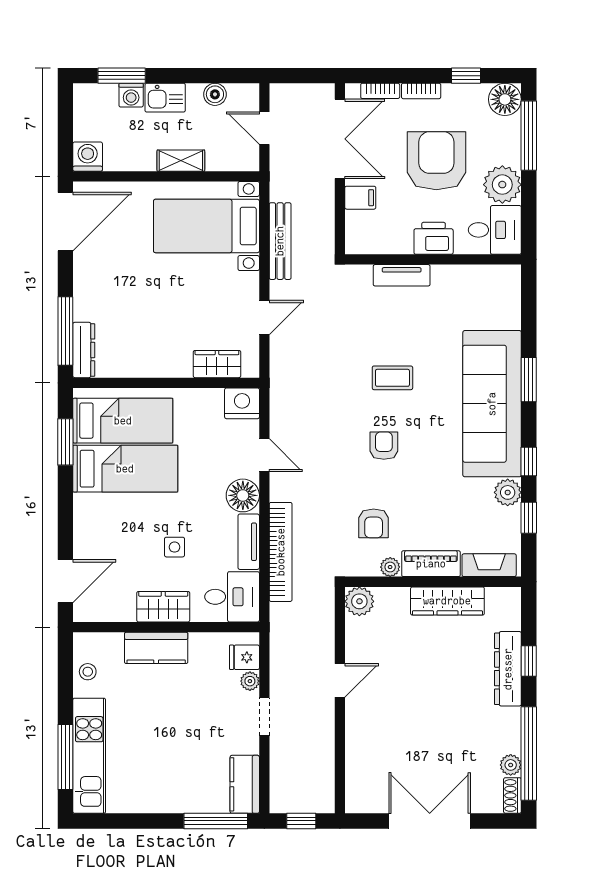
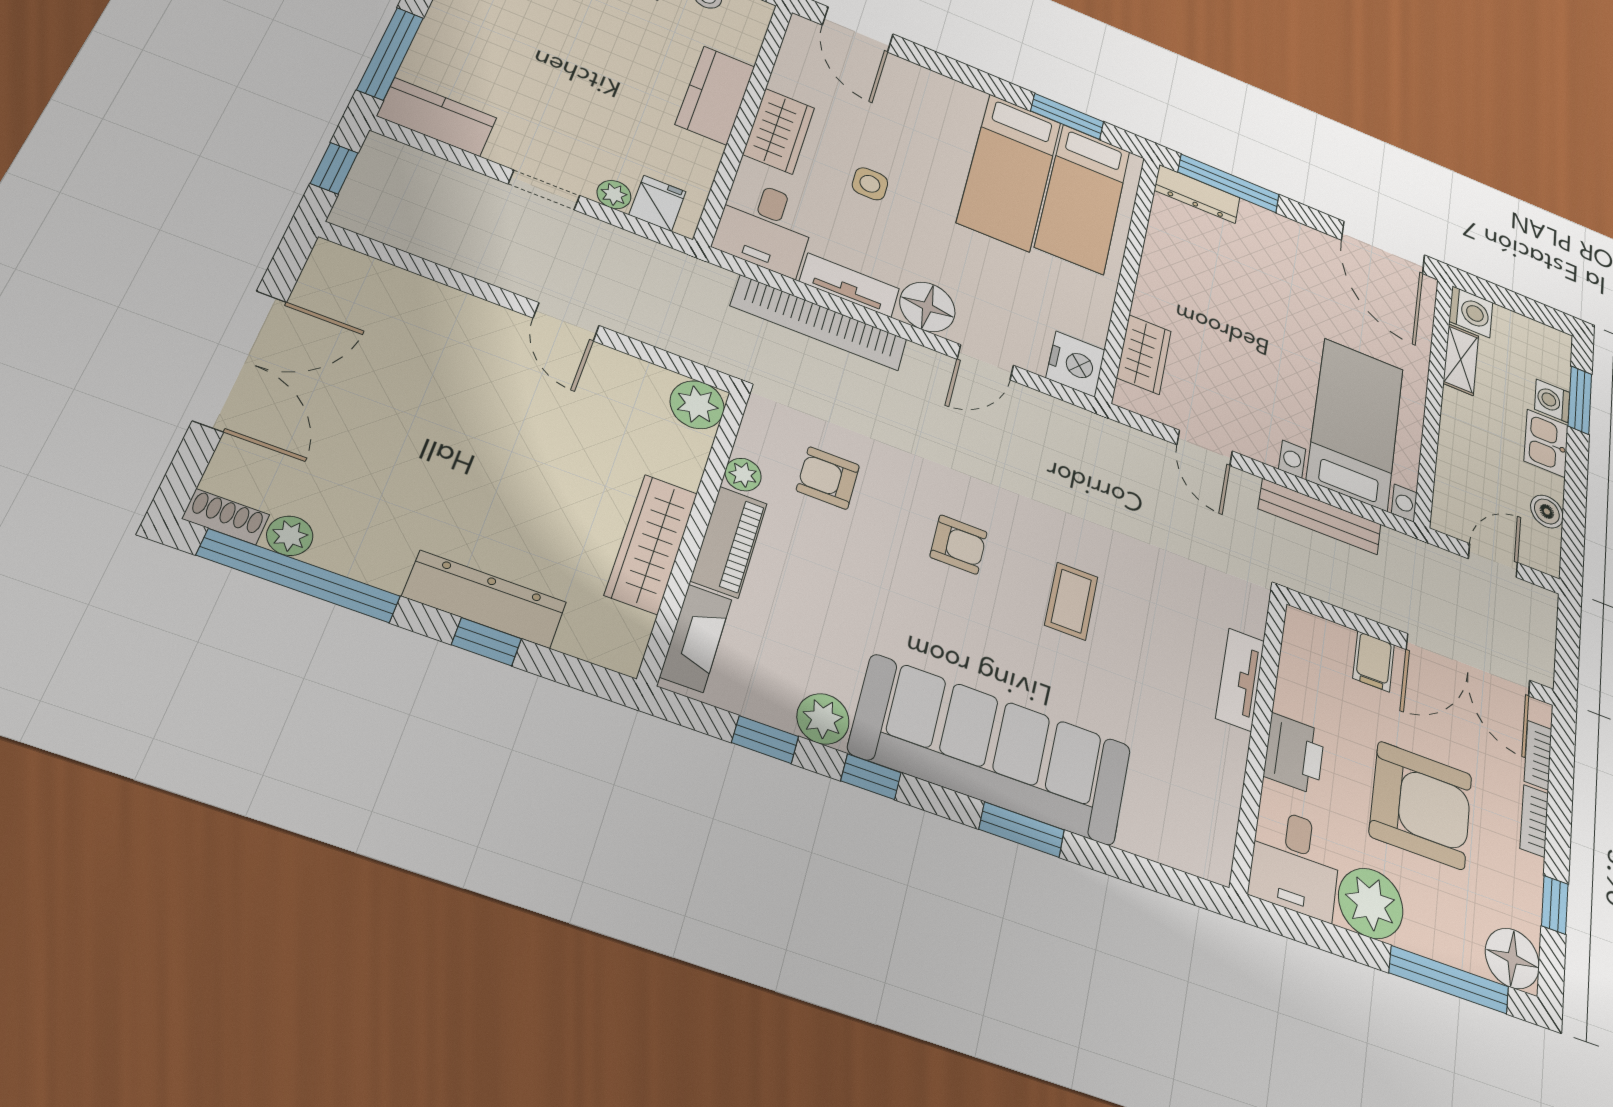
shelving: (181, 161) -> (1461, 360), moved

